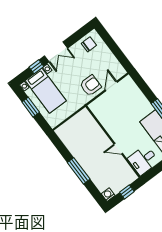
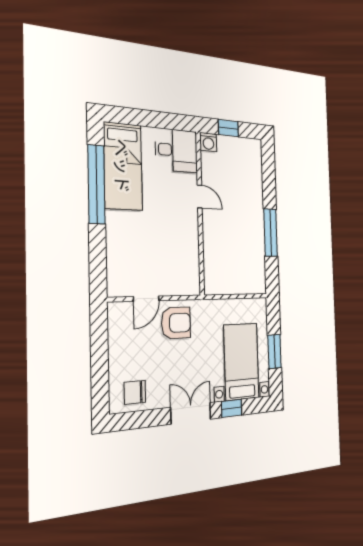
armchair: (90, 85) -> (176, 323), turned 180
window: (79, 171) -> (271, 233), moved
washing machine: (108, 195) -> (208, 142), moved

